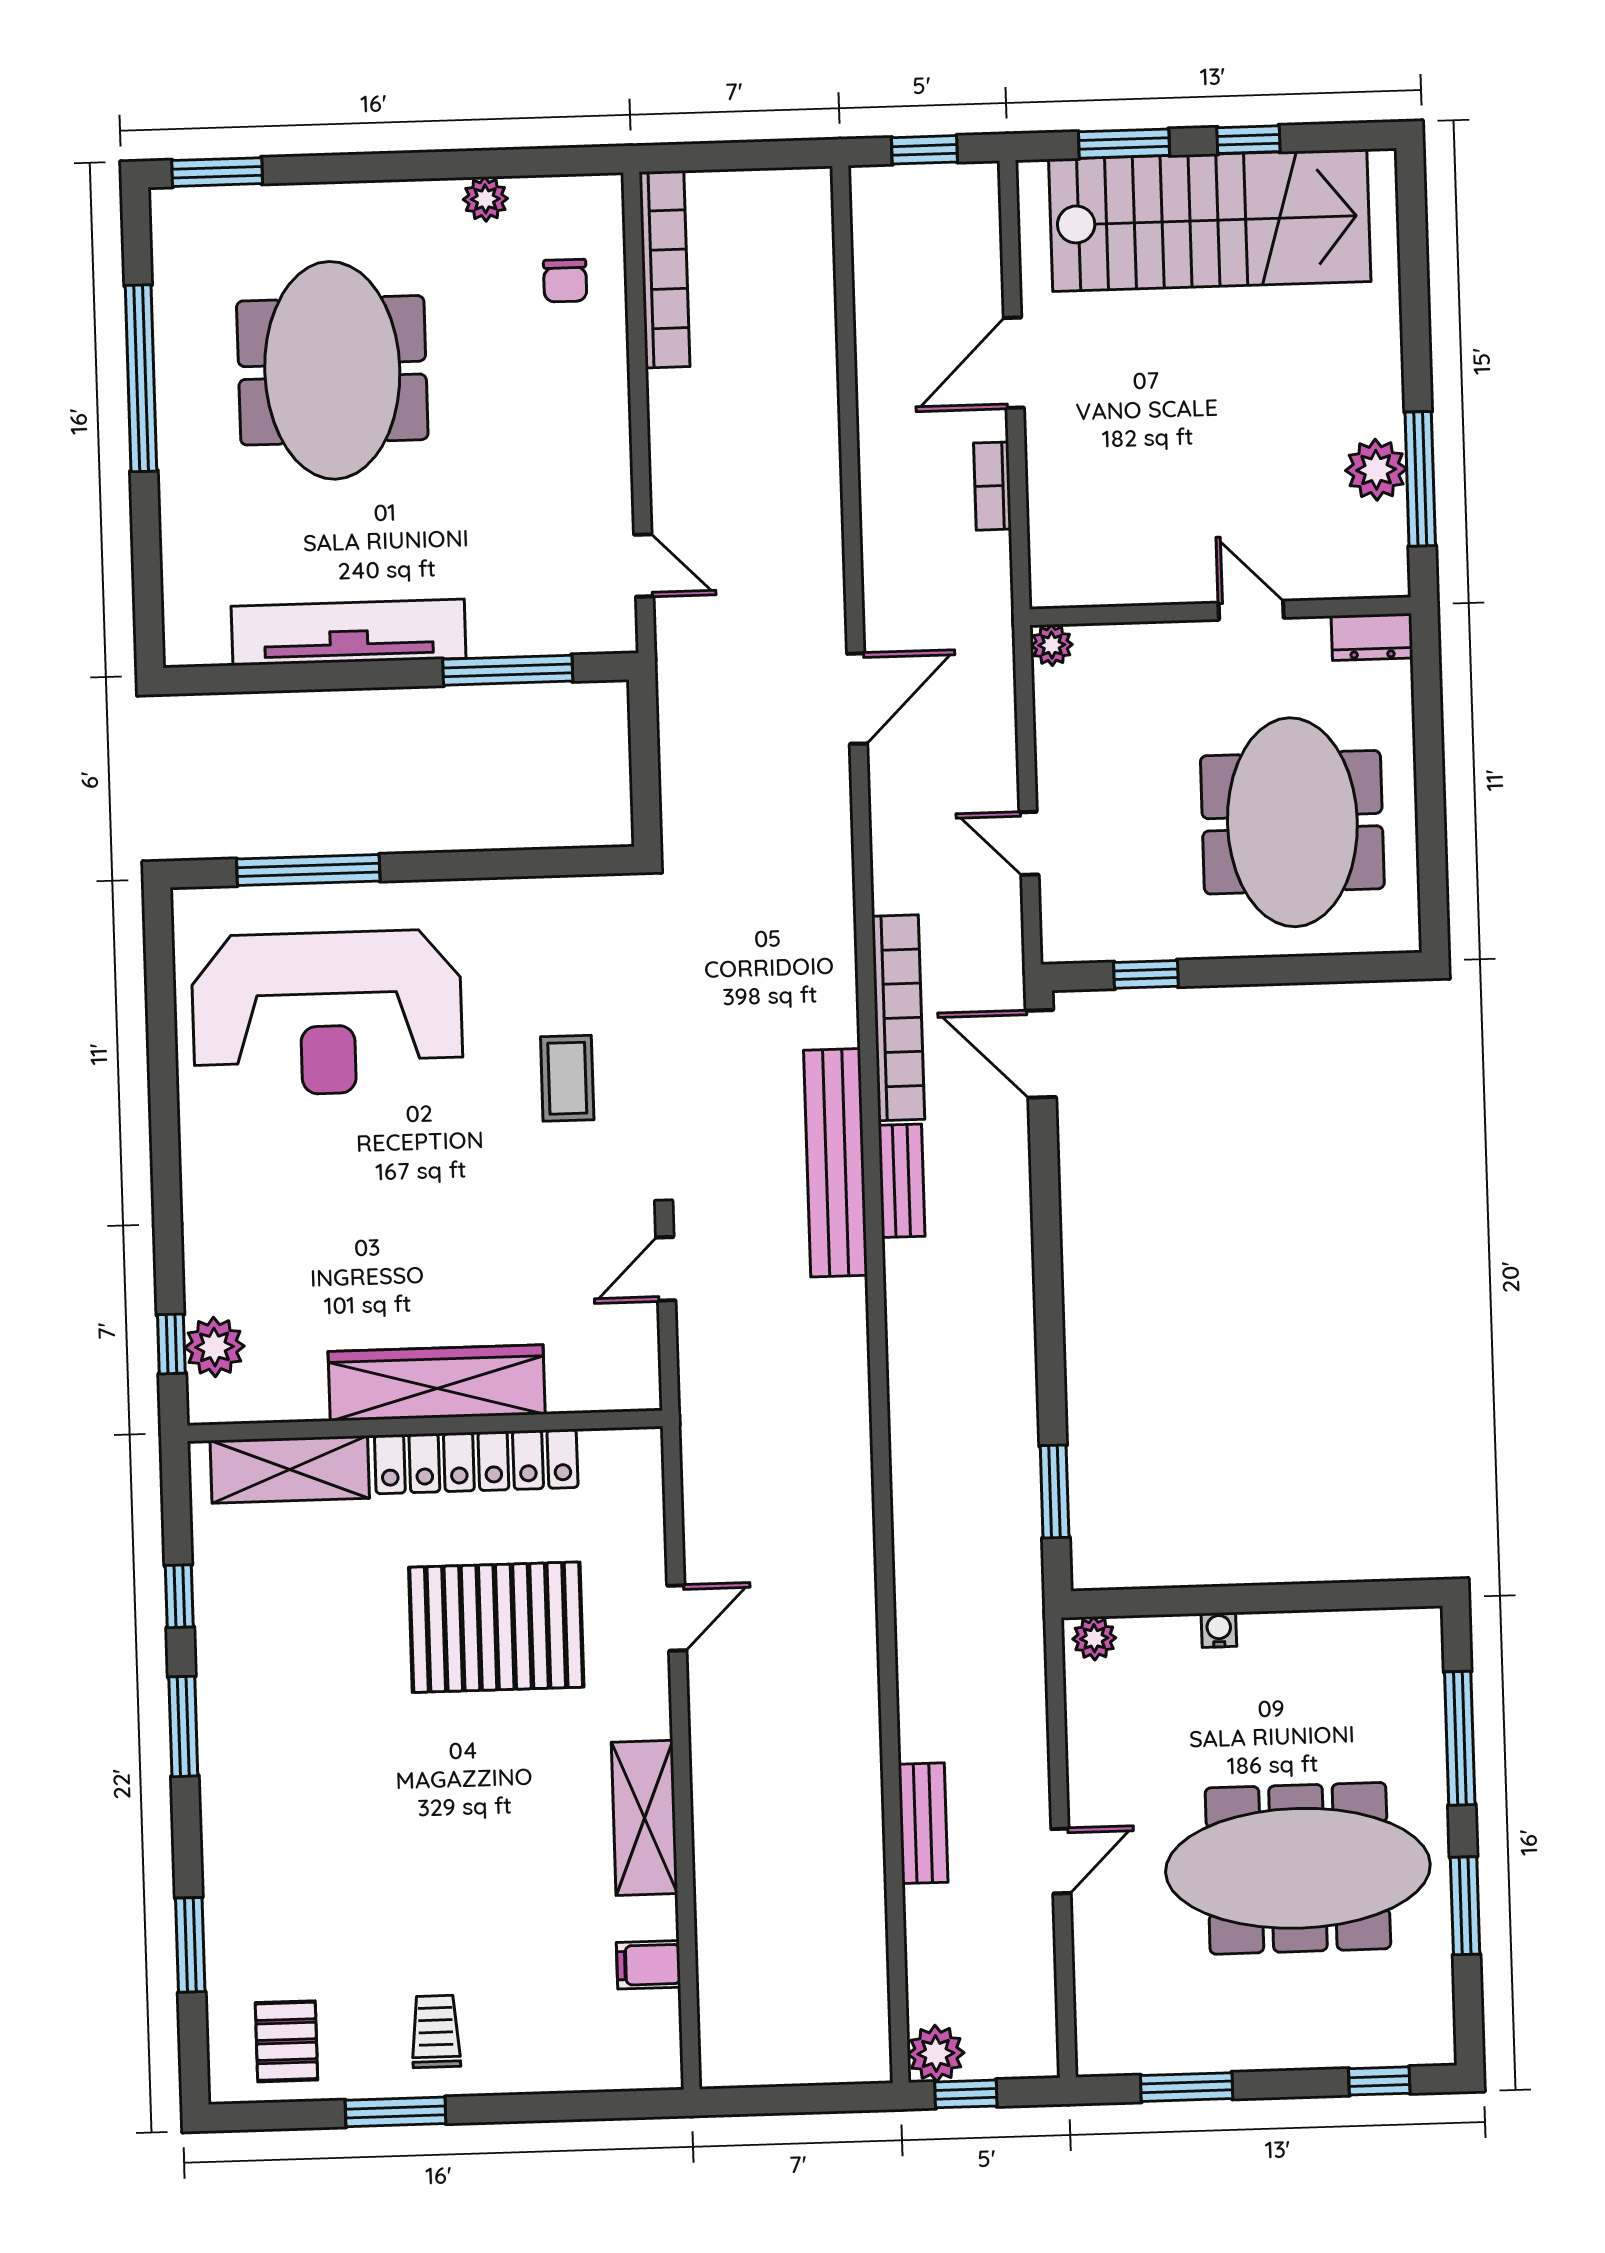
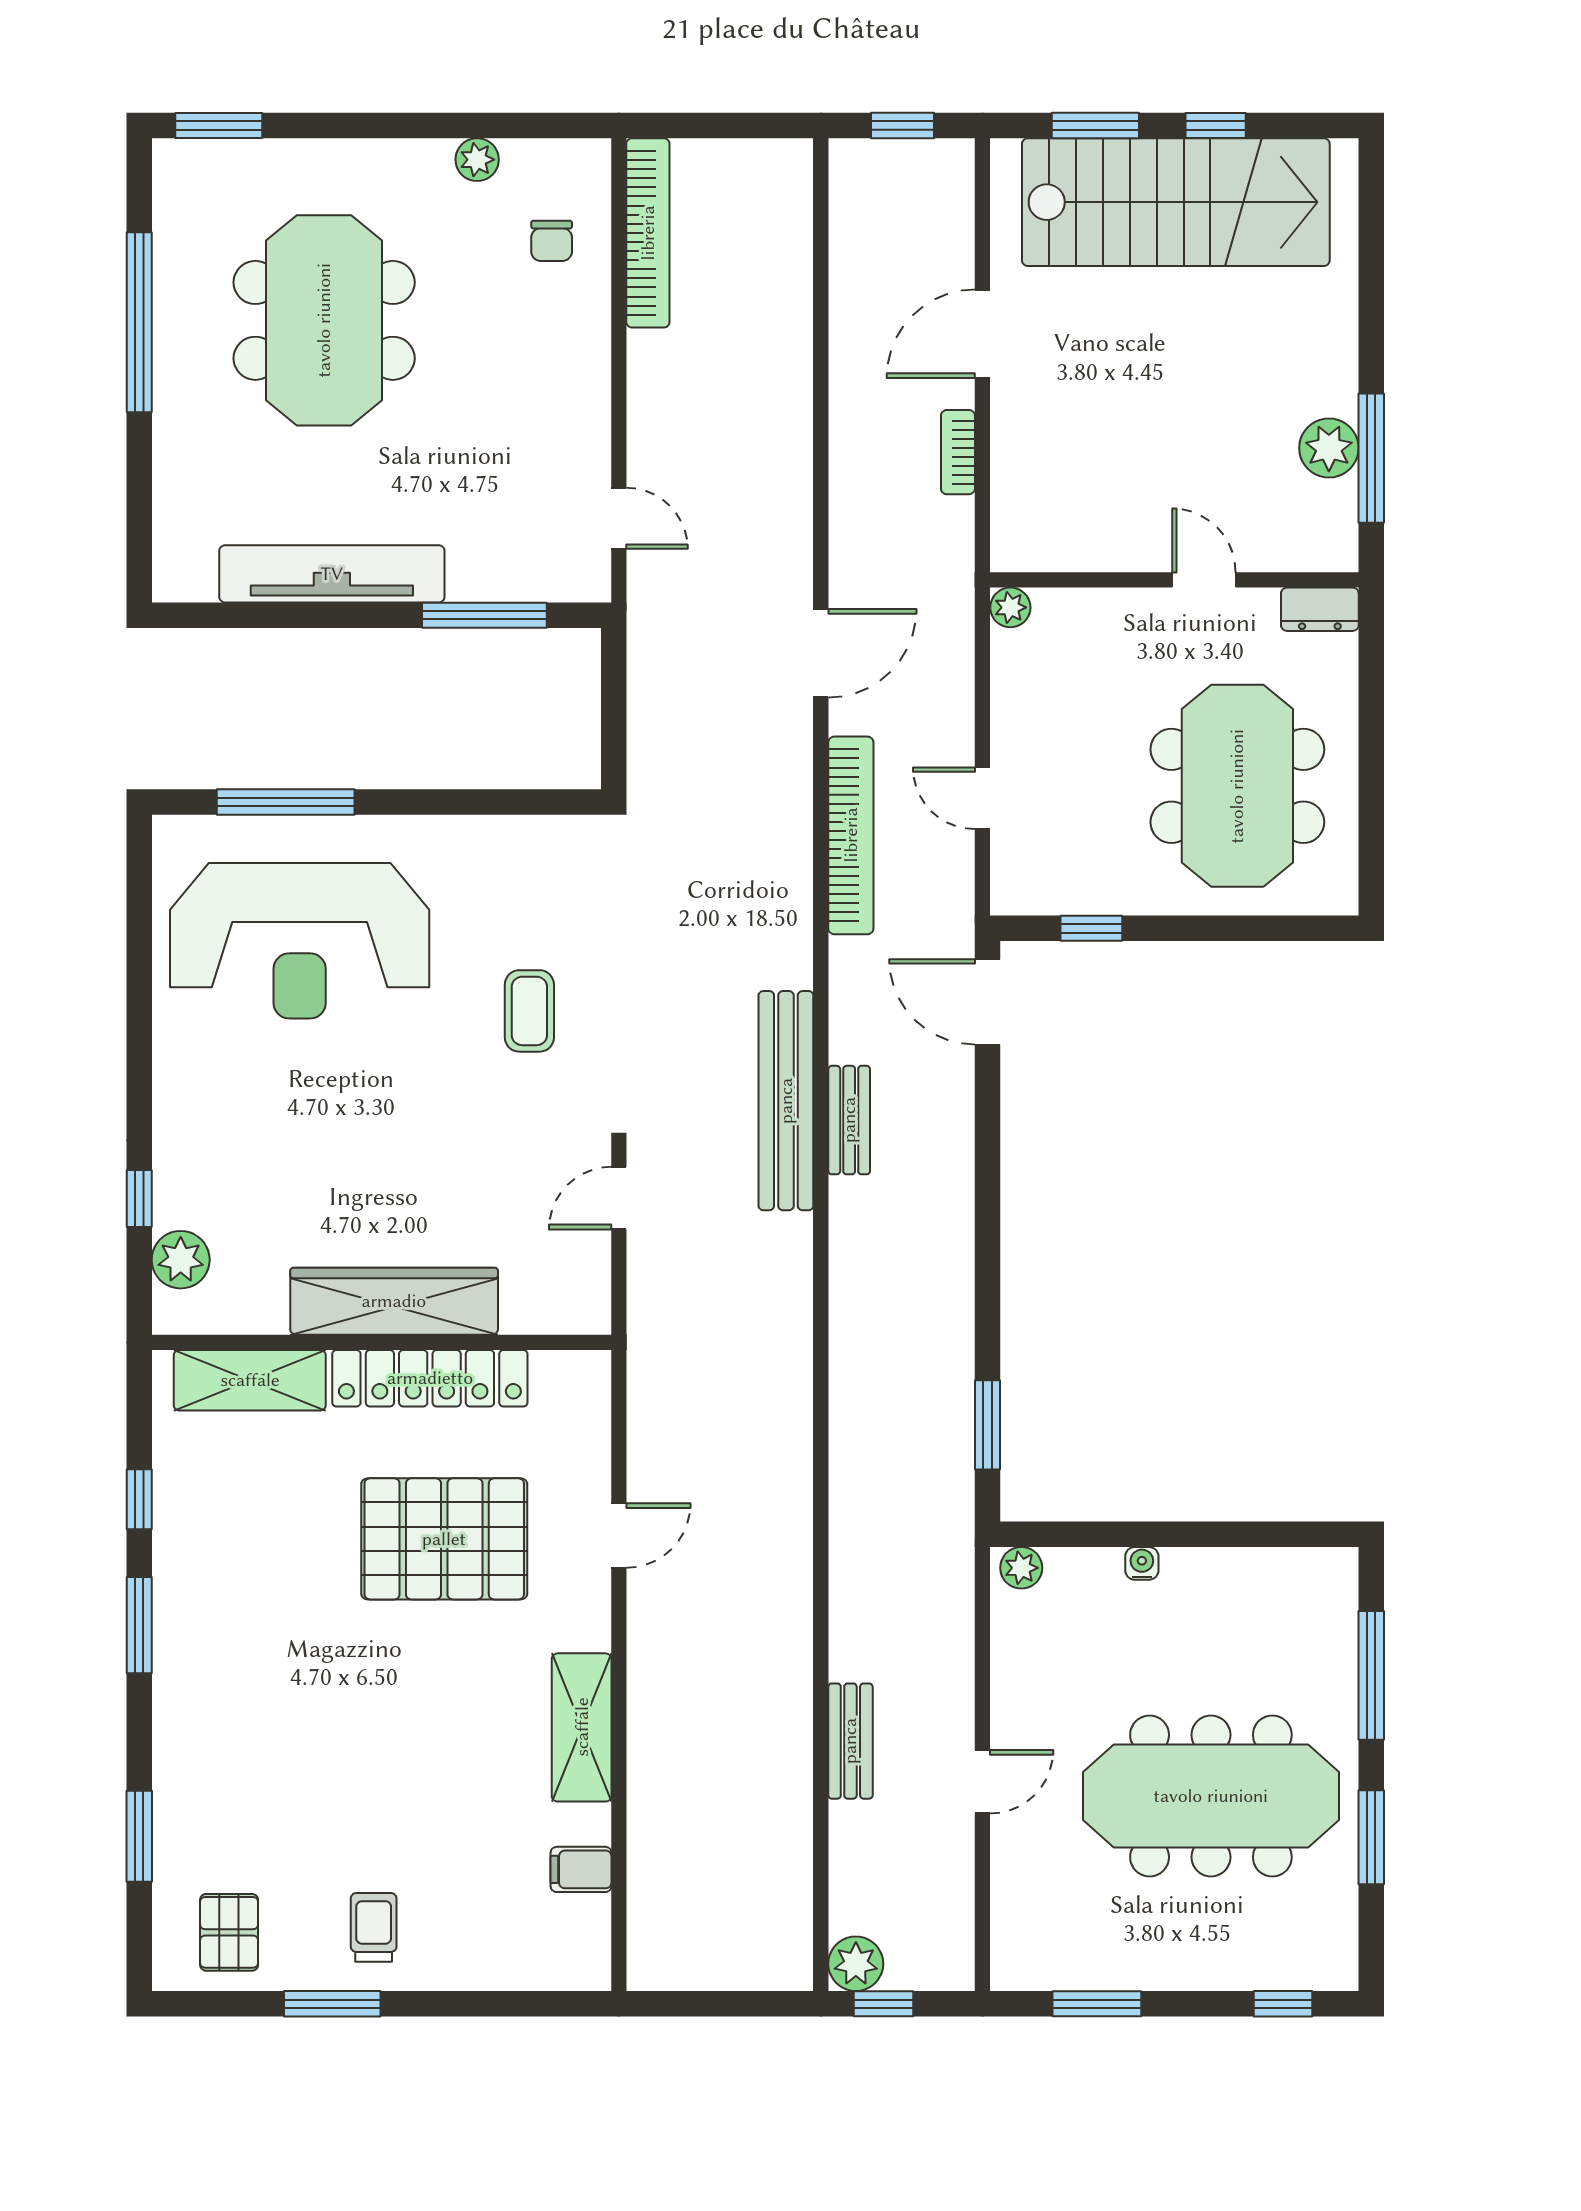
bookcase: (898, 1018) -> (851, 835), moved
window: (171, 1344) -> (139, 1199), moved

